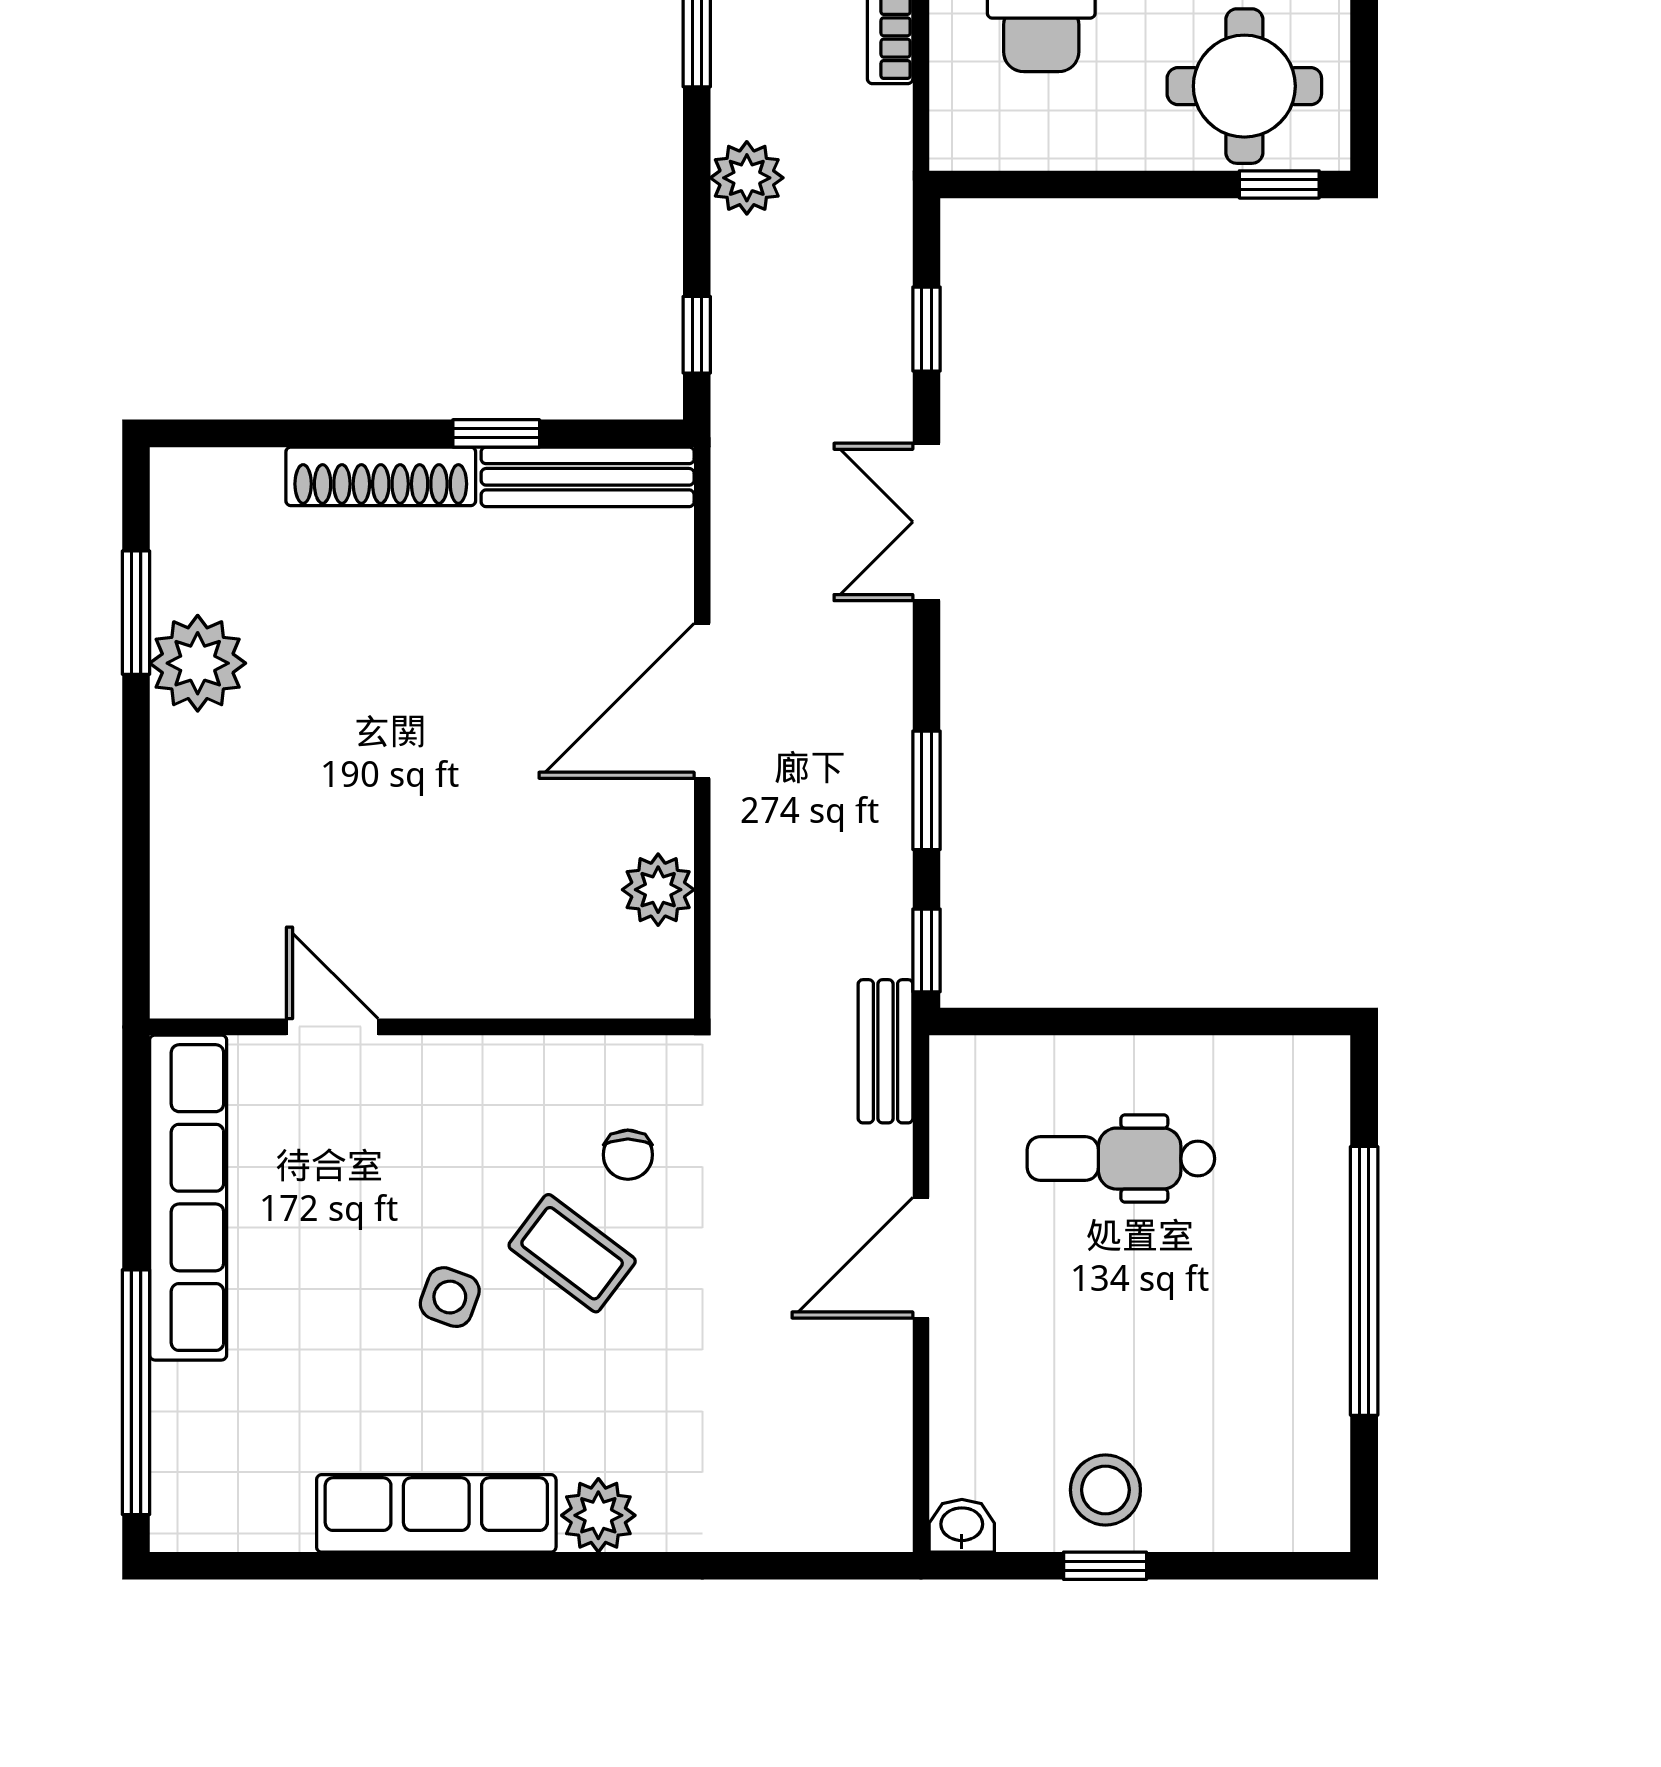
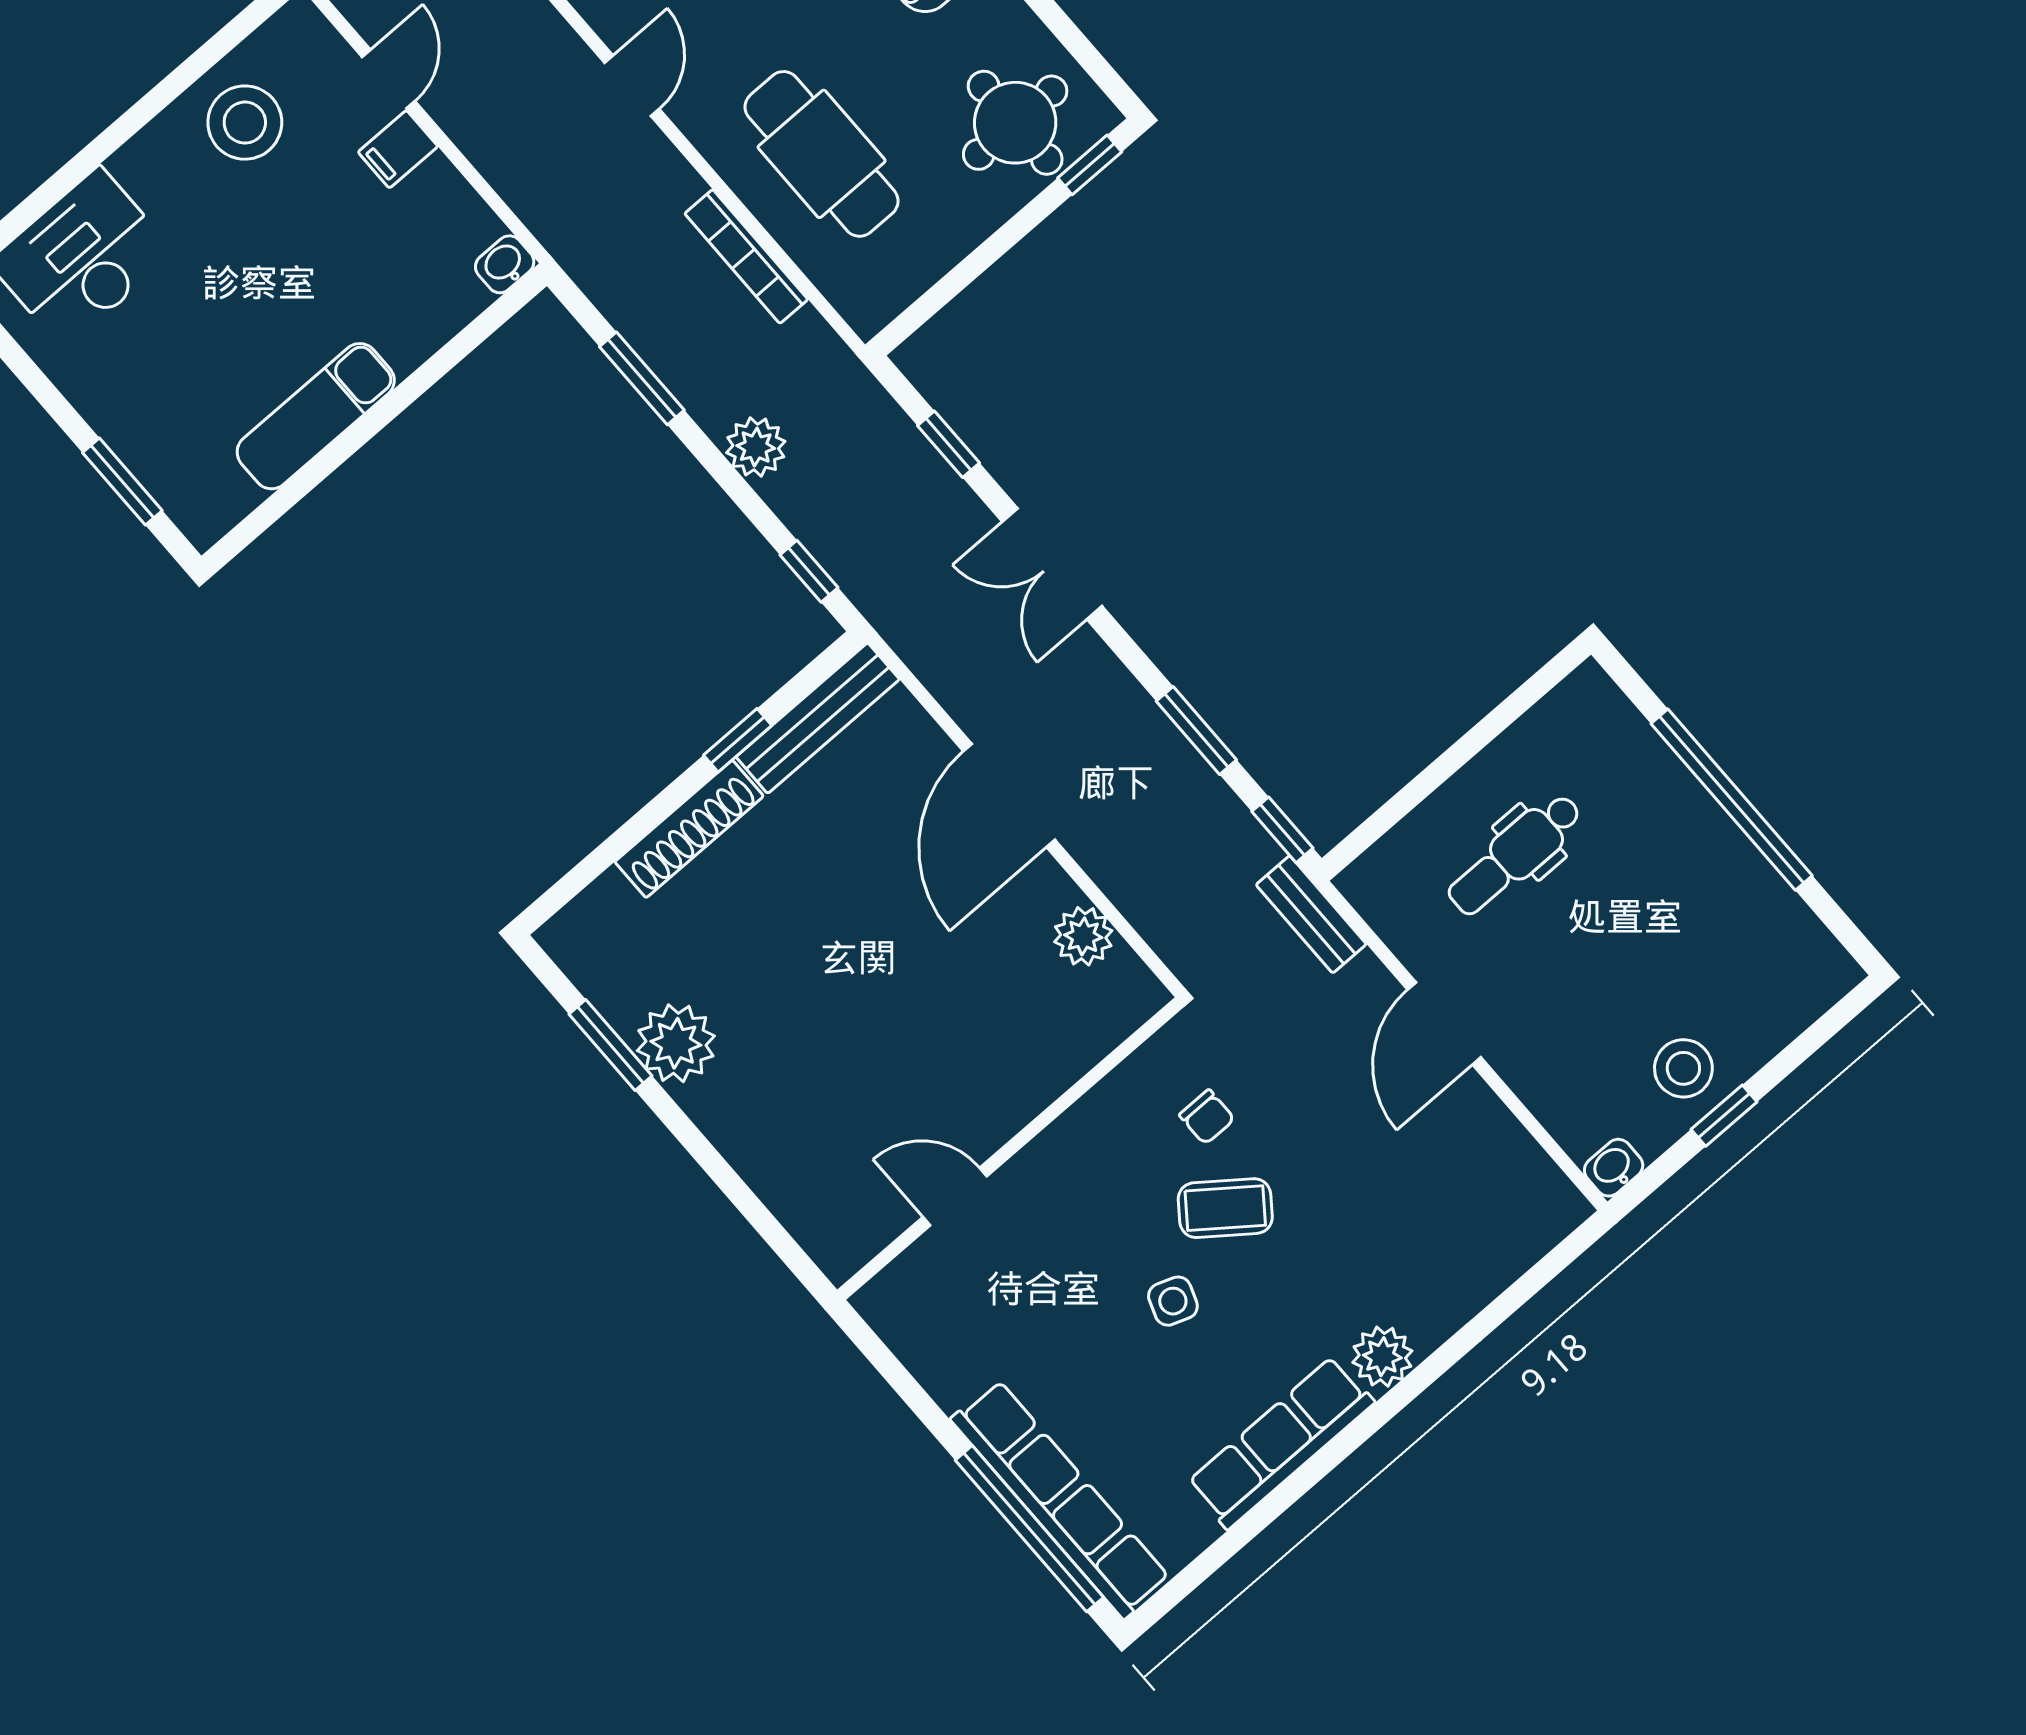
row of seats: (188, 1198) -> (1060, 1499), moved

